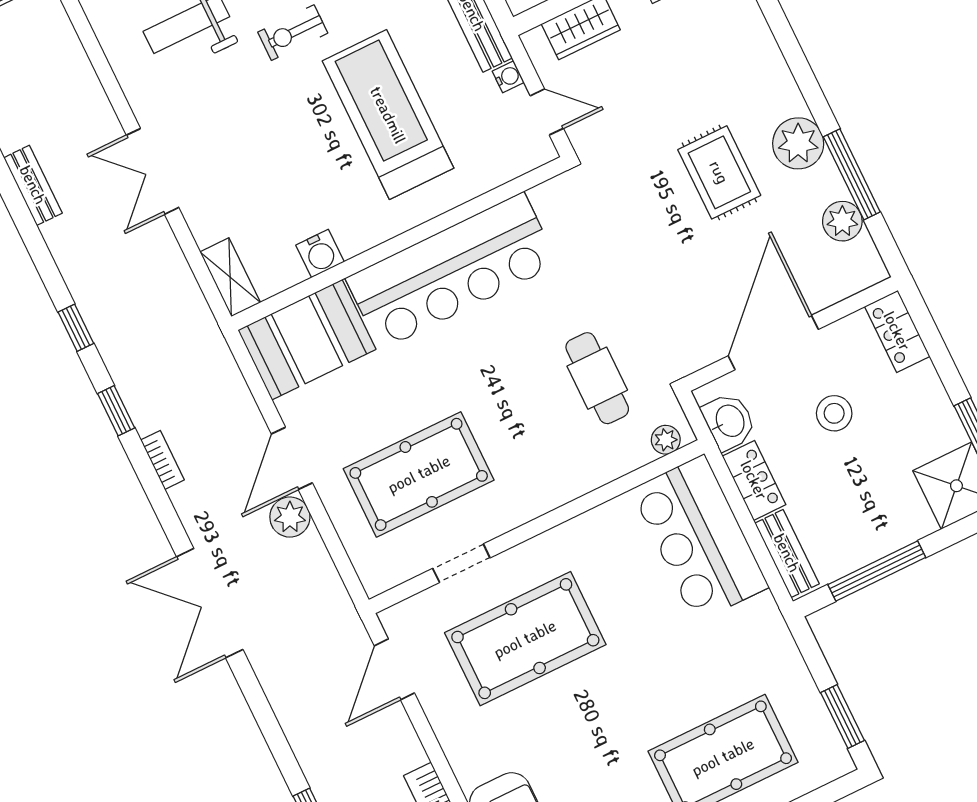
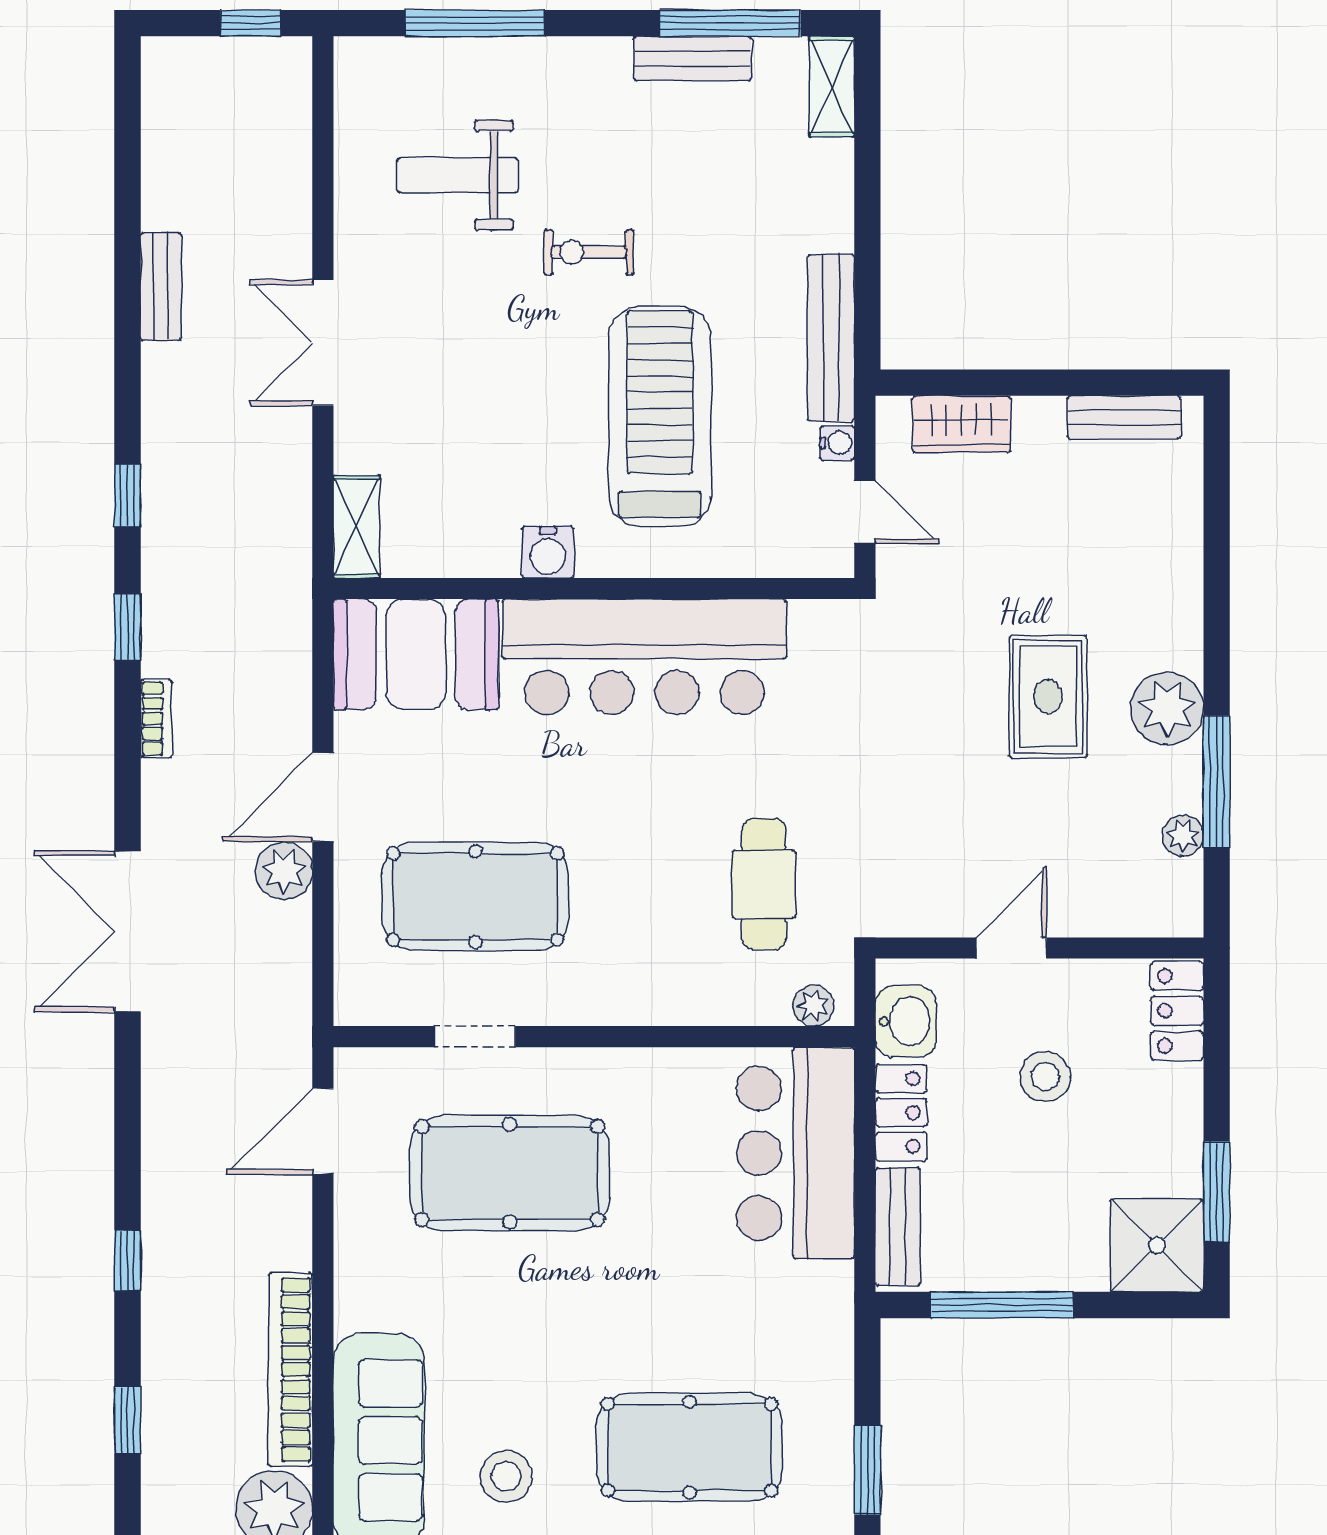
plant: (842, 221) -> (1183, 836), width x0.73, depth x0.73
water cooler: (320, 254) -> (548, 552), moved
door: (773, 343) -> (1011, 948), width x0.53

